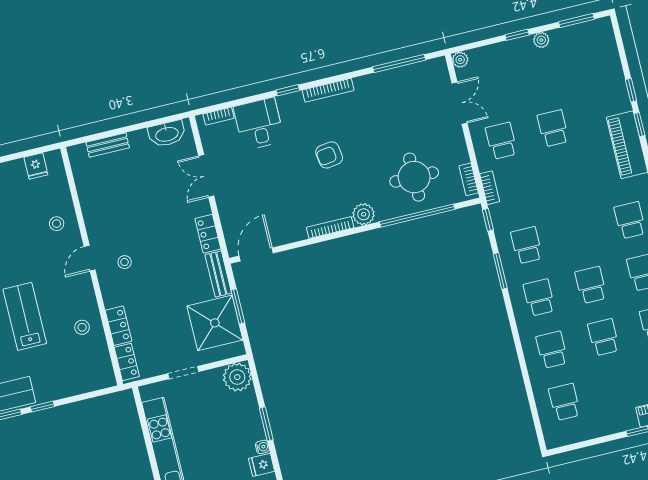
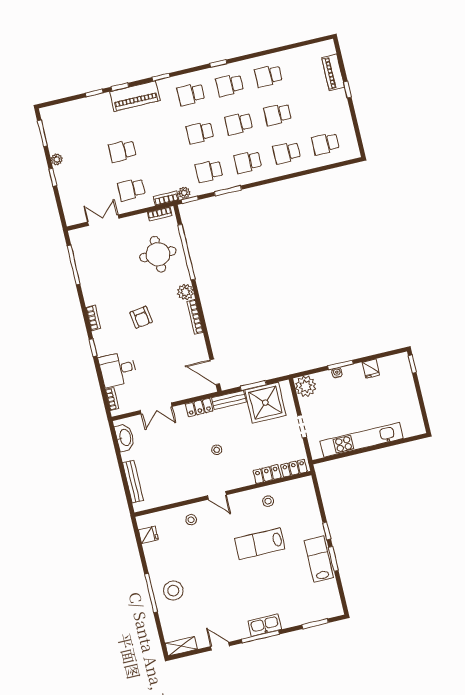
plant: (460, 60) -> (184, 193), moved
bookcase: (328, 90) -> (93, 318), width x0.64
bench: (108, 145) -> (133, 482), width x1.36
school desk: (578, 233) -> (200, 133), added
stool: (125, 262) -> (217, 450), moved
water cooler: (262, 447) -> (337, 373), moved

